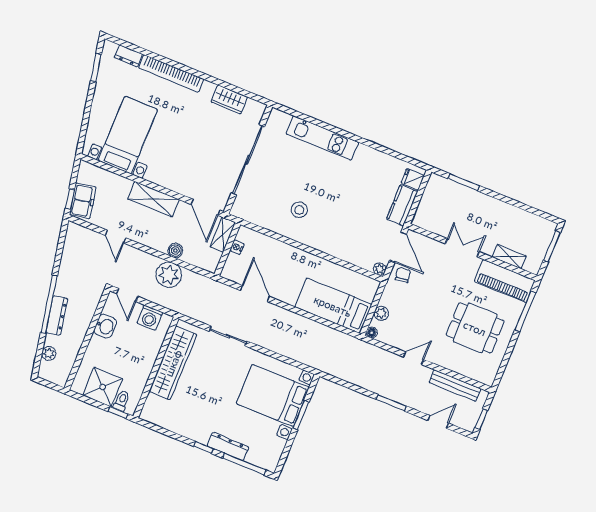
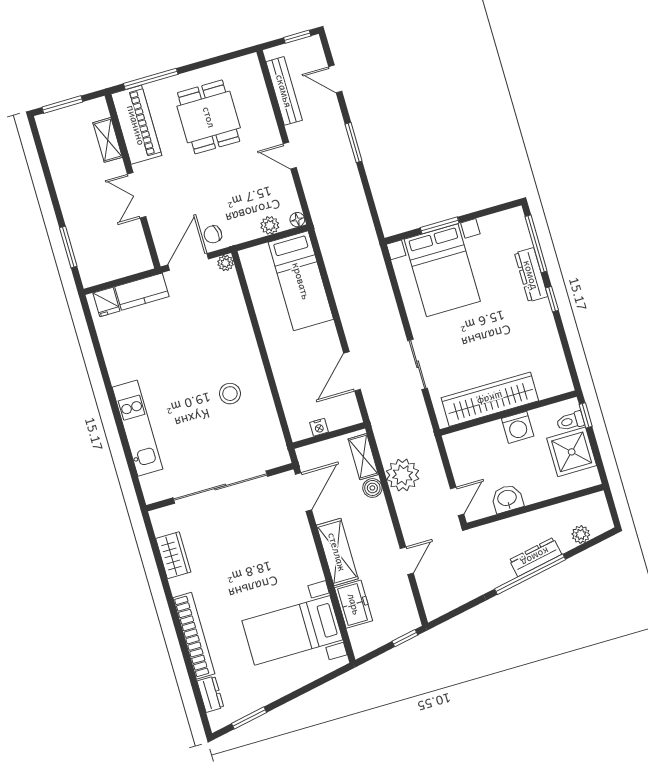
freezer: (83, 201) -> (354, 604), moved, turned 101
shelving: (223, 235) -> (363, 457), moved, turned 90
washing machine: (150, 318) -> (518, 427), moved, turned 90

